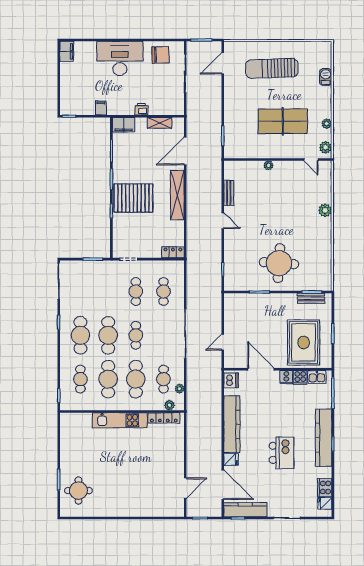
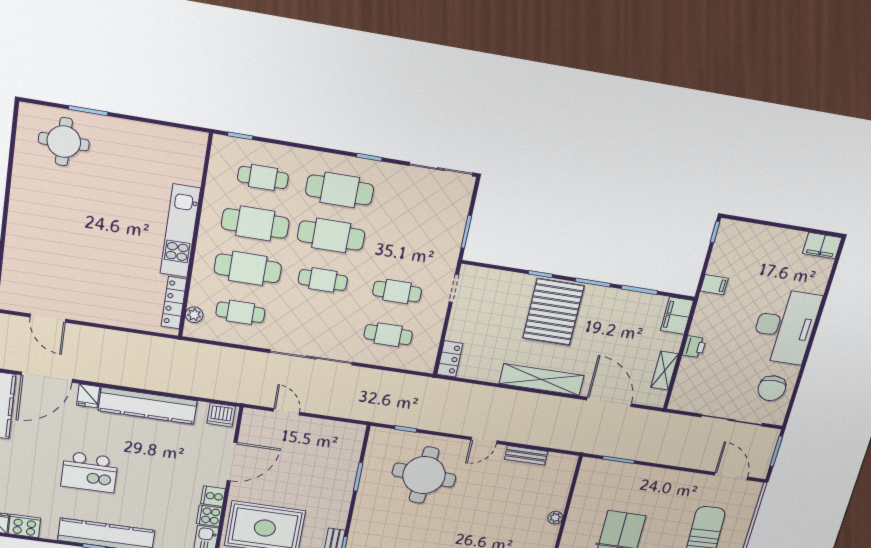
round table: (279, 263) -> (424, 475), moved
plant: (180, 389) -> (220, 335), removed

